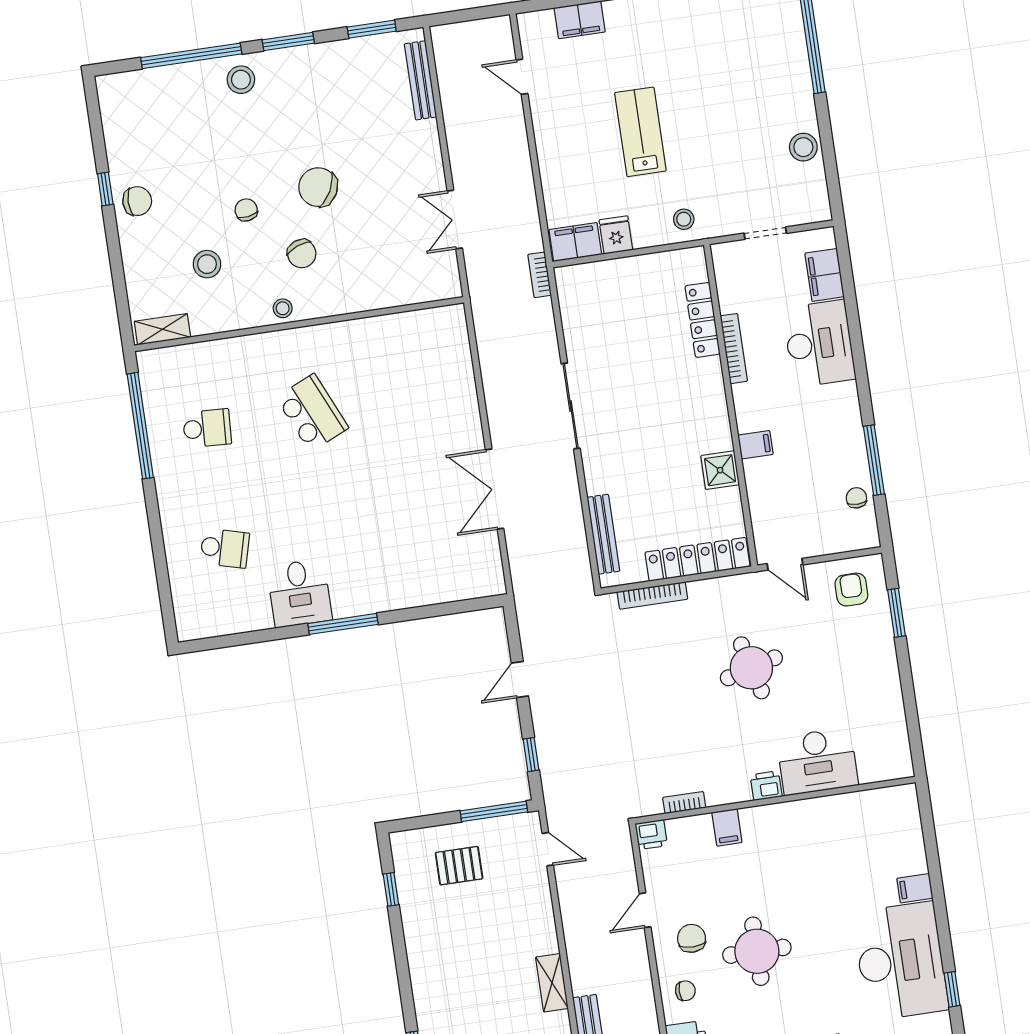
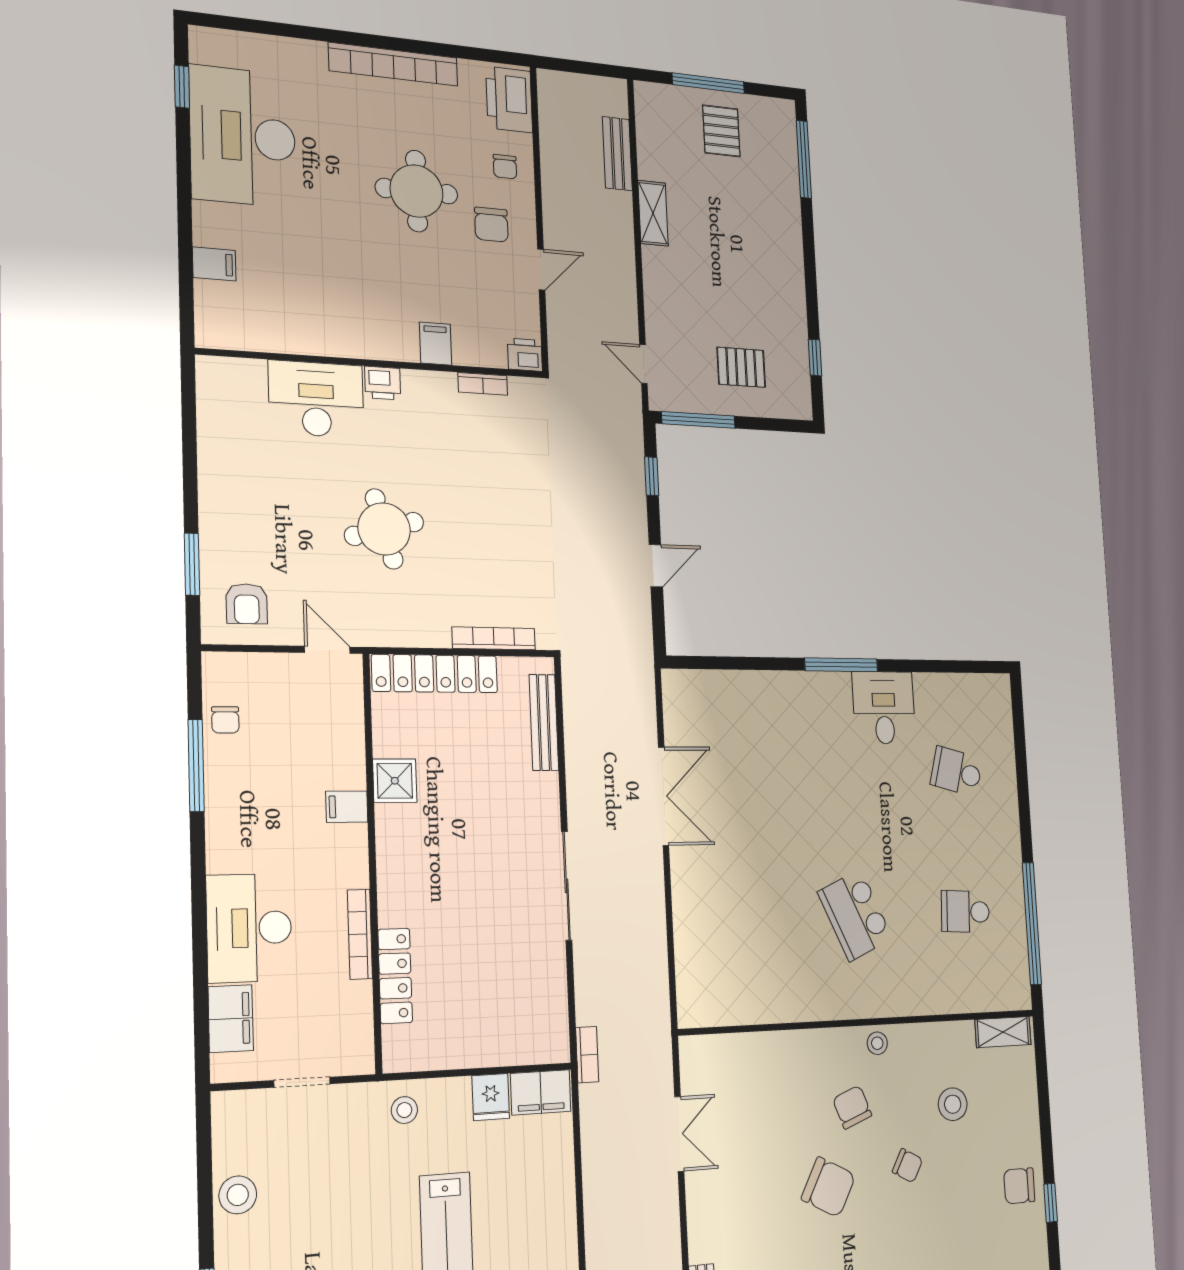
chair: (246, 210) -> (907, 1166), turned -52
filing cabinet: (915, 888) -> (214, 264), moved
chair: (685, 991) -> (505, 167), turned -90

